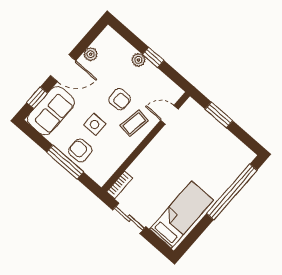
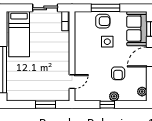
plant: (91, 54) -> (142, 92), moved
armchair: (120, 99) -> (118, 73), moved, turned -90
coffee table: (134, 123) -> (87, 61), removed

